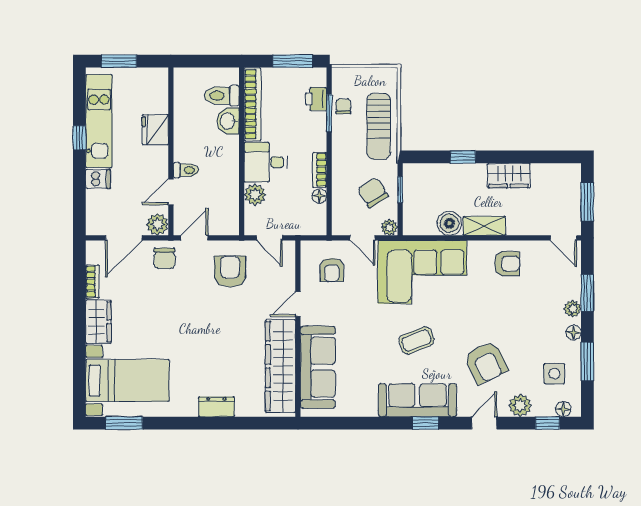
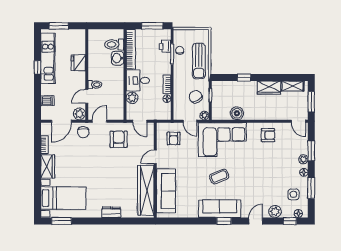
dishwasher: (98, 179) -> (47, 101), moved
shelving: (484, 226) -> (293, 86), moved
armchair: (486, 362) -> (257, 188), removed

